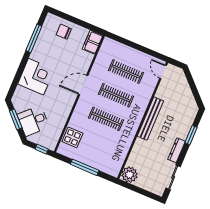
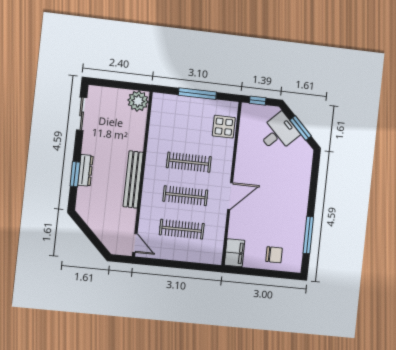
corner desk: (36, 77) -> (291, 189), removed
dresser: (177, 150) -> (85, 170), moved

